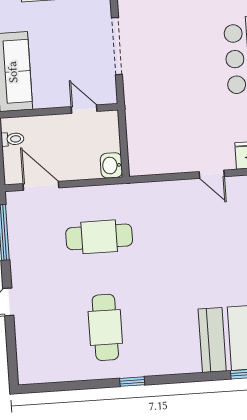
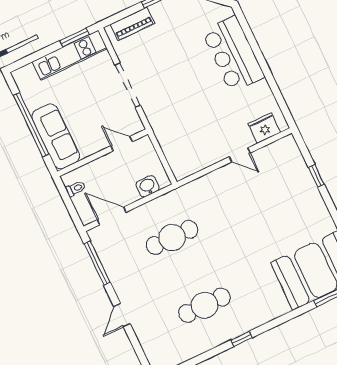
washbasin: (111, 165) -> (148, 186), moved, turned 90
cafe table: (105, 327) -> (204, 305), turned 90

